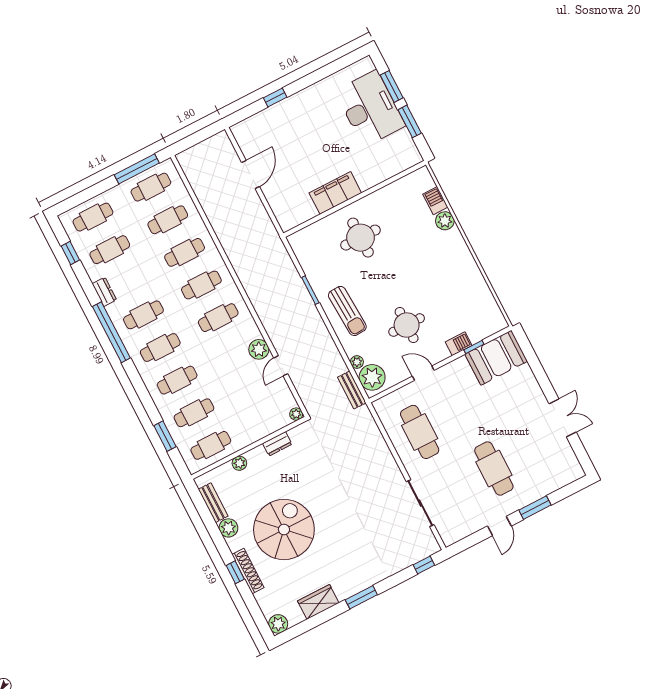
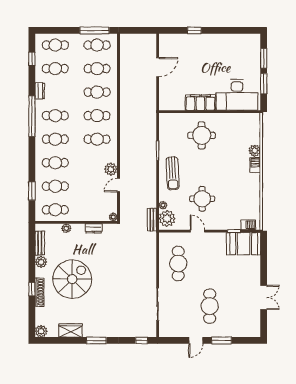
desk: (370, 108) -> (237, 95), moved, turned 90
barbecue: (435, 201) -> (255, 165), moved
barbecue: (459, 344) -> (248, 225), moved

